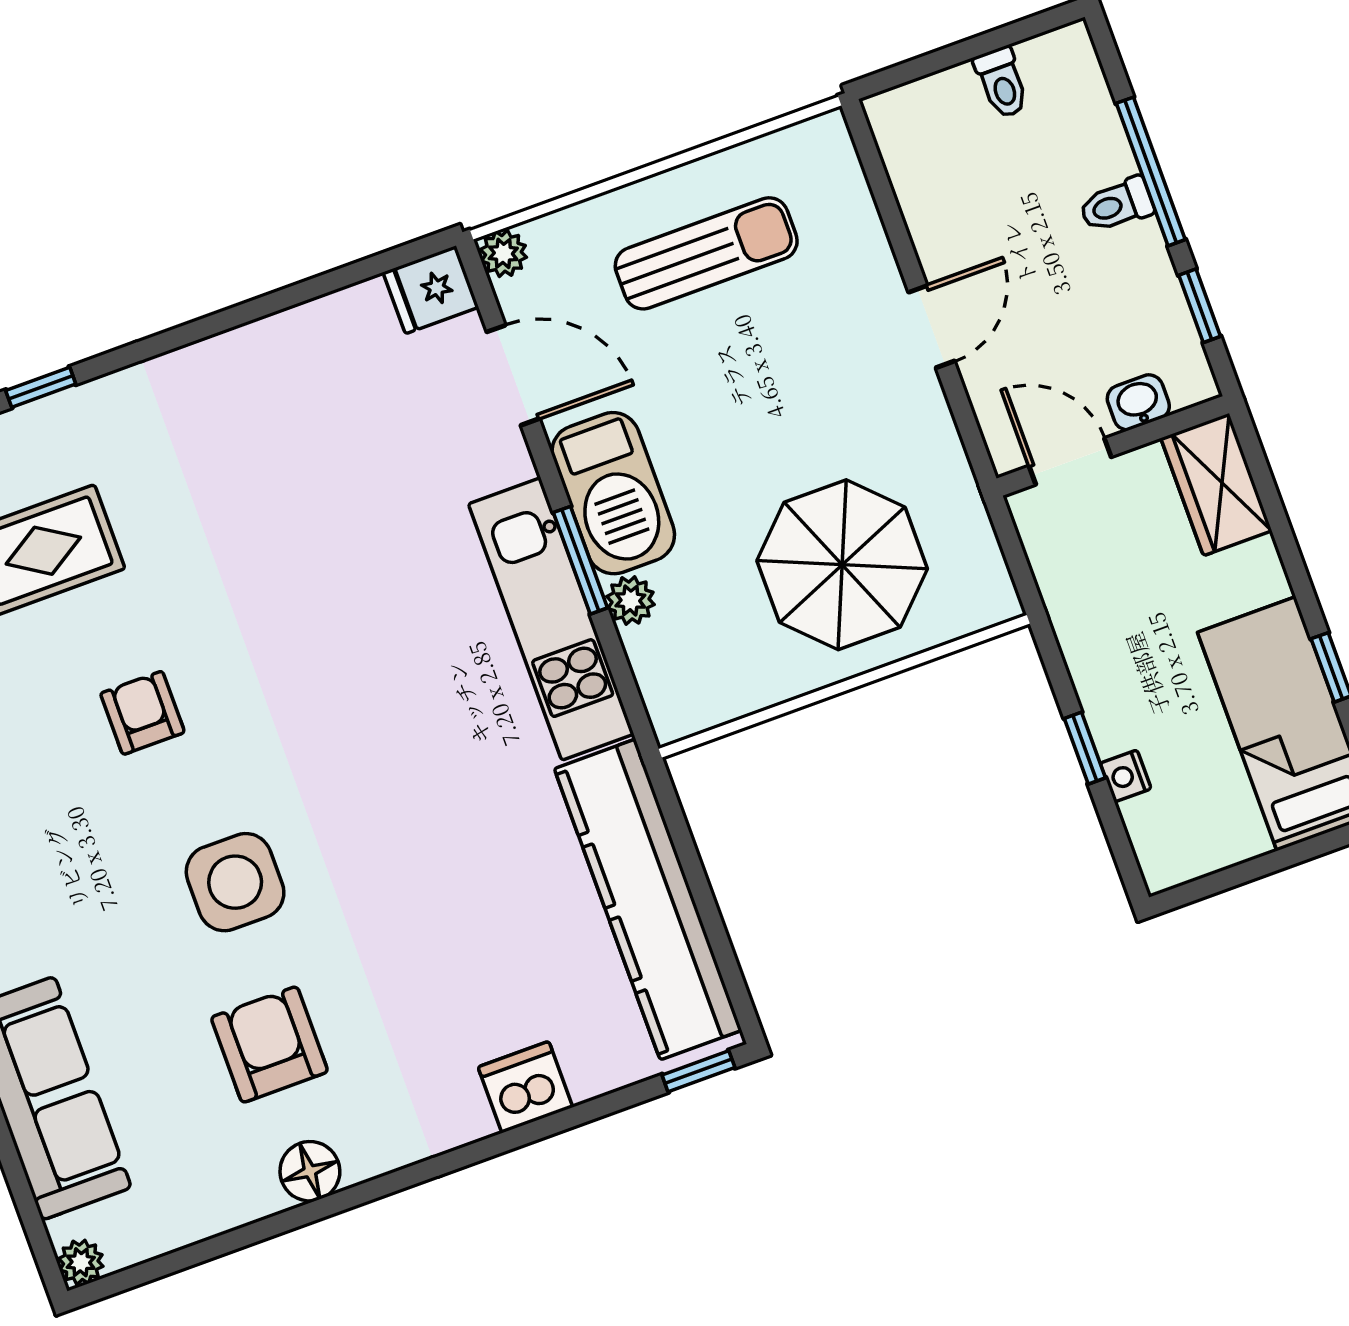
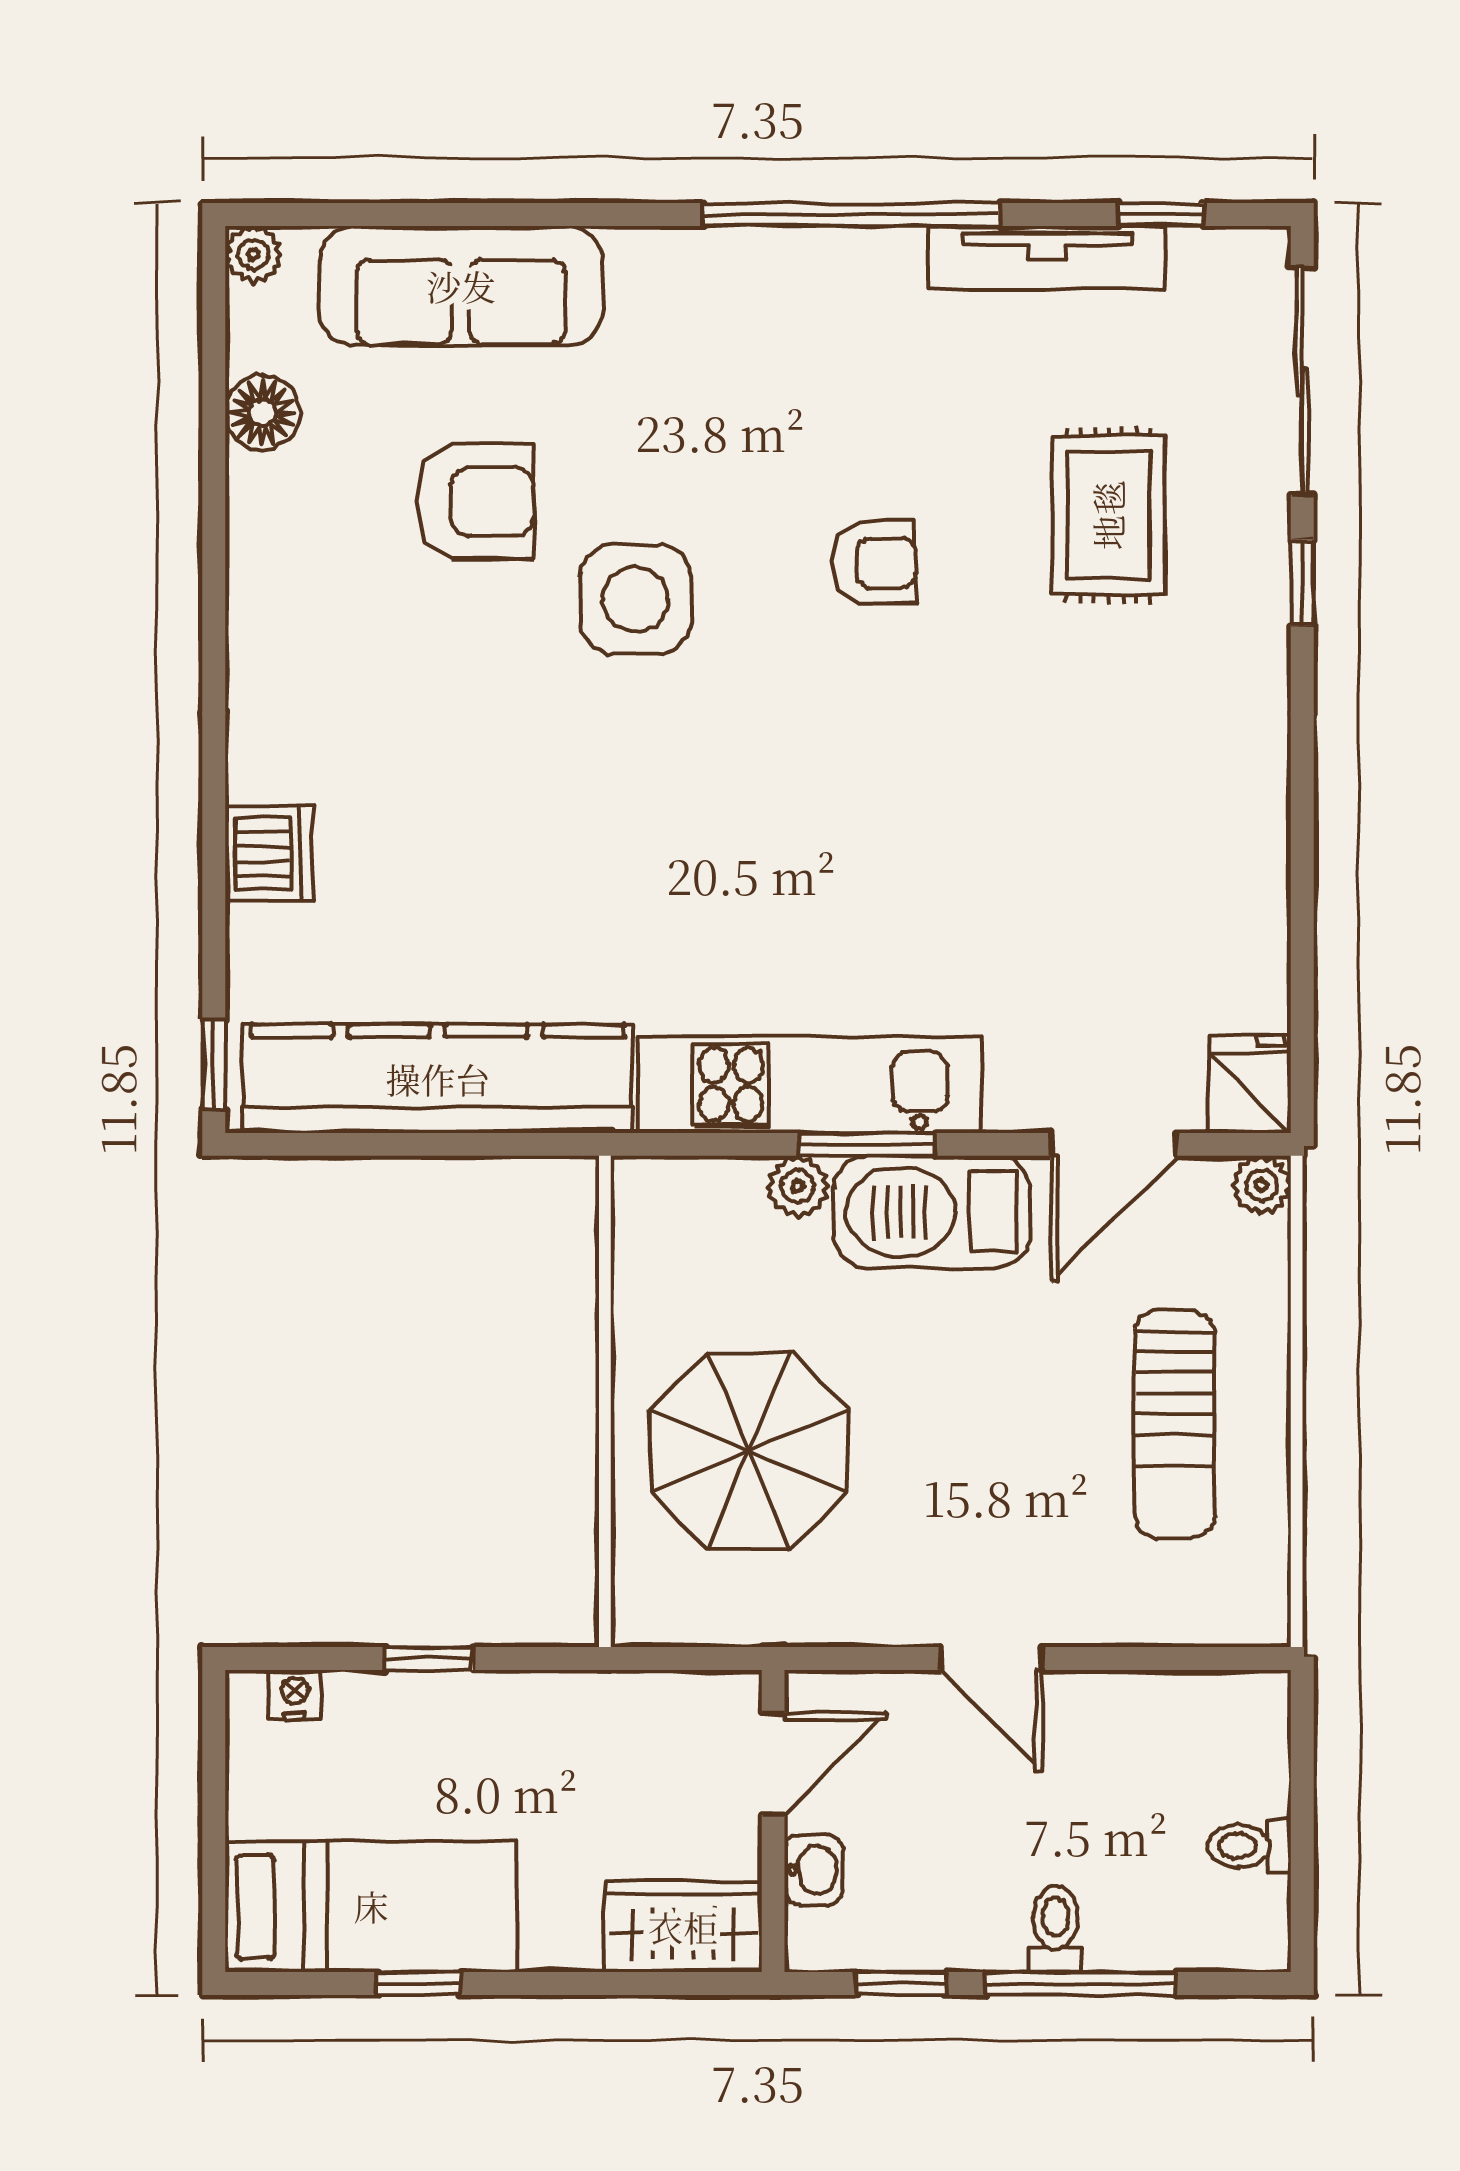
nightstand: (1126, 776) -> (295, 1695), moved
armchair: (269, 1045) -> (476, 501), moved
floor lamp: (310, 1171) -> (262, 413), moved

